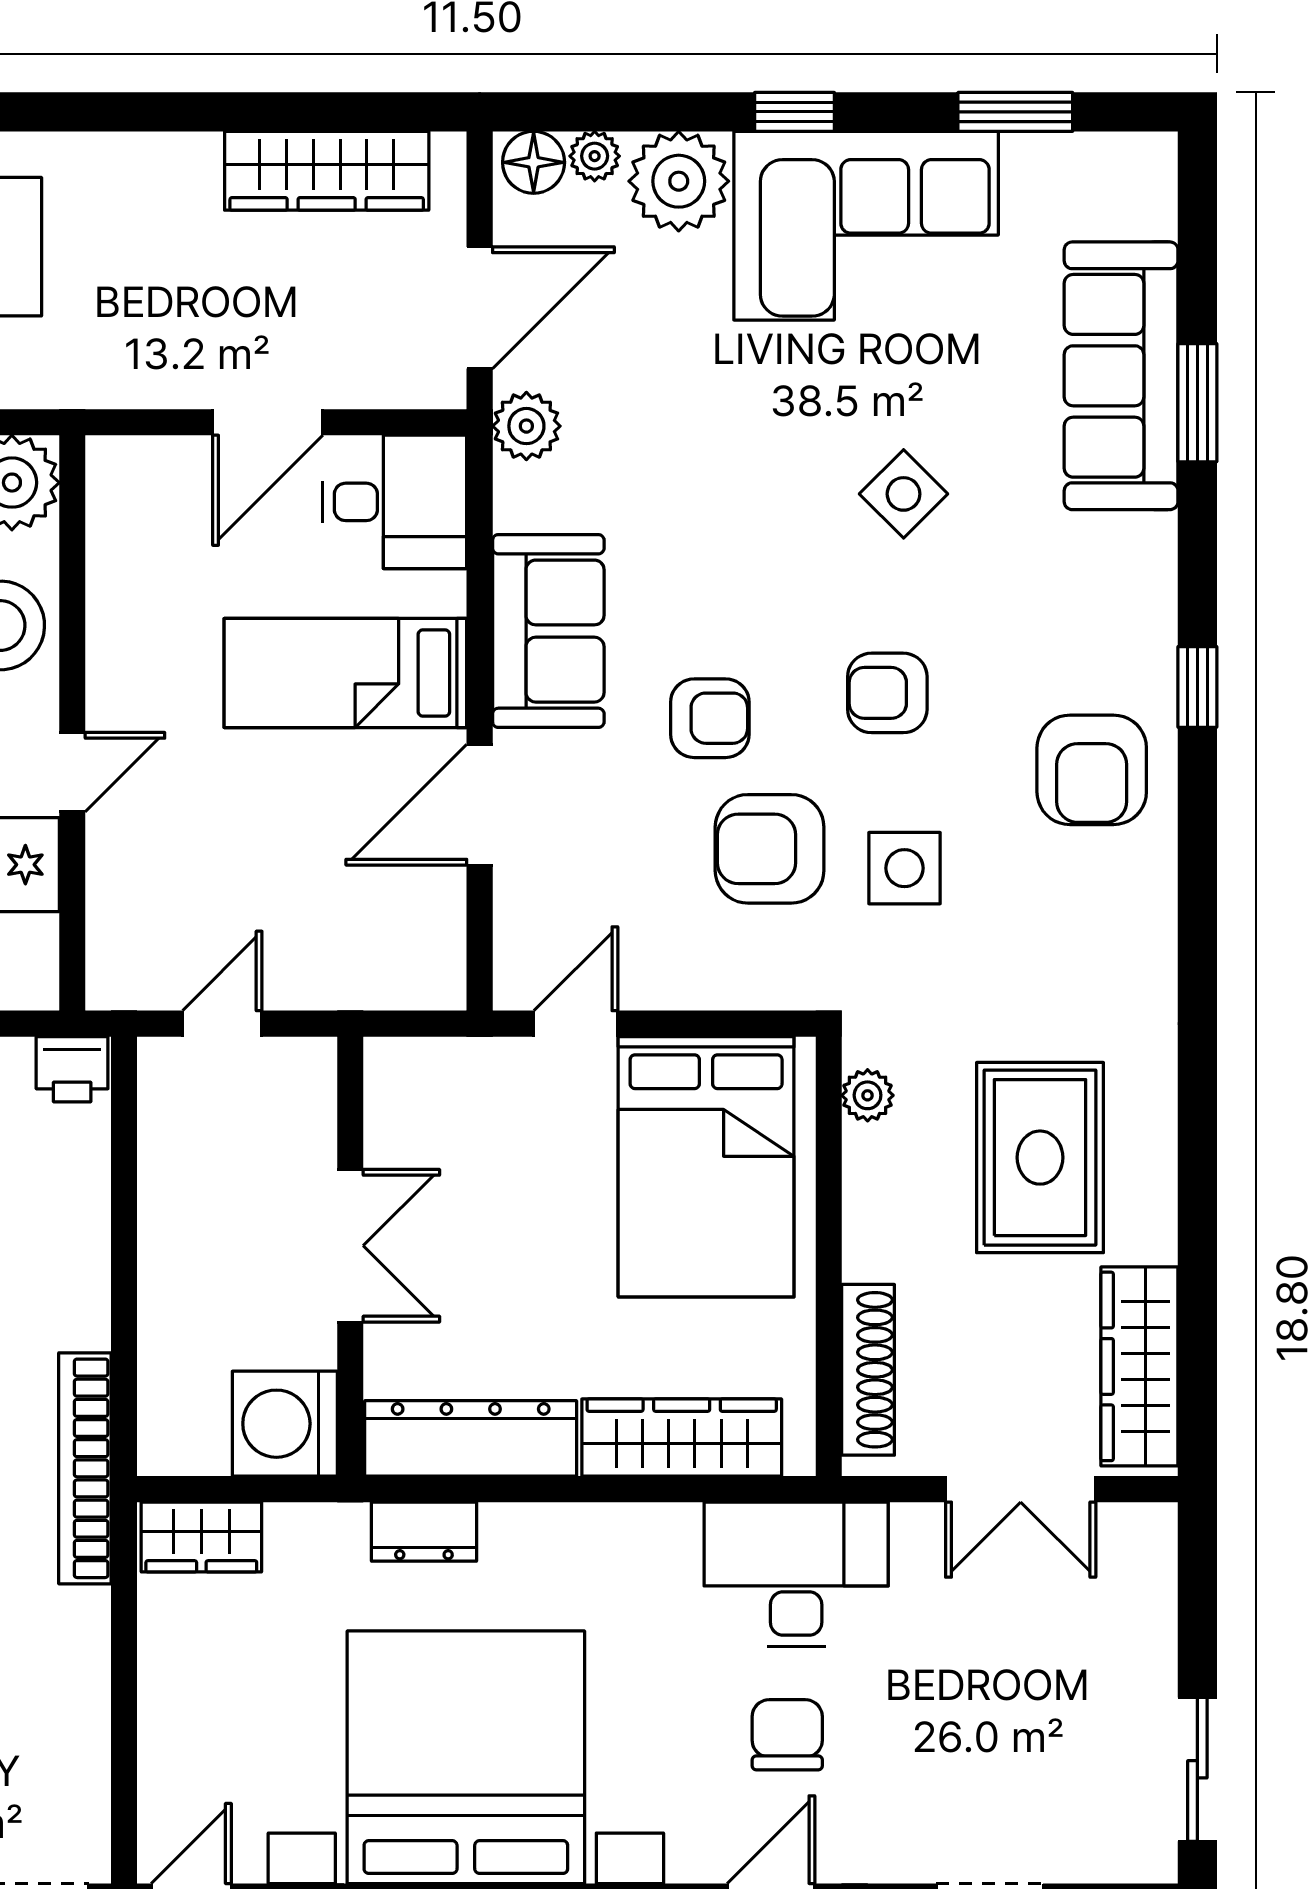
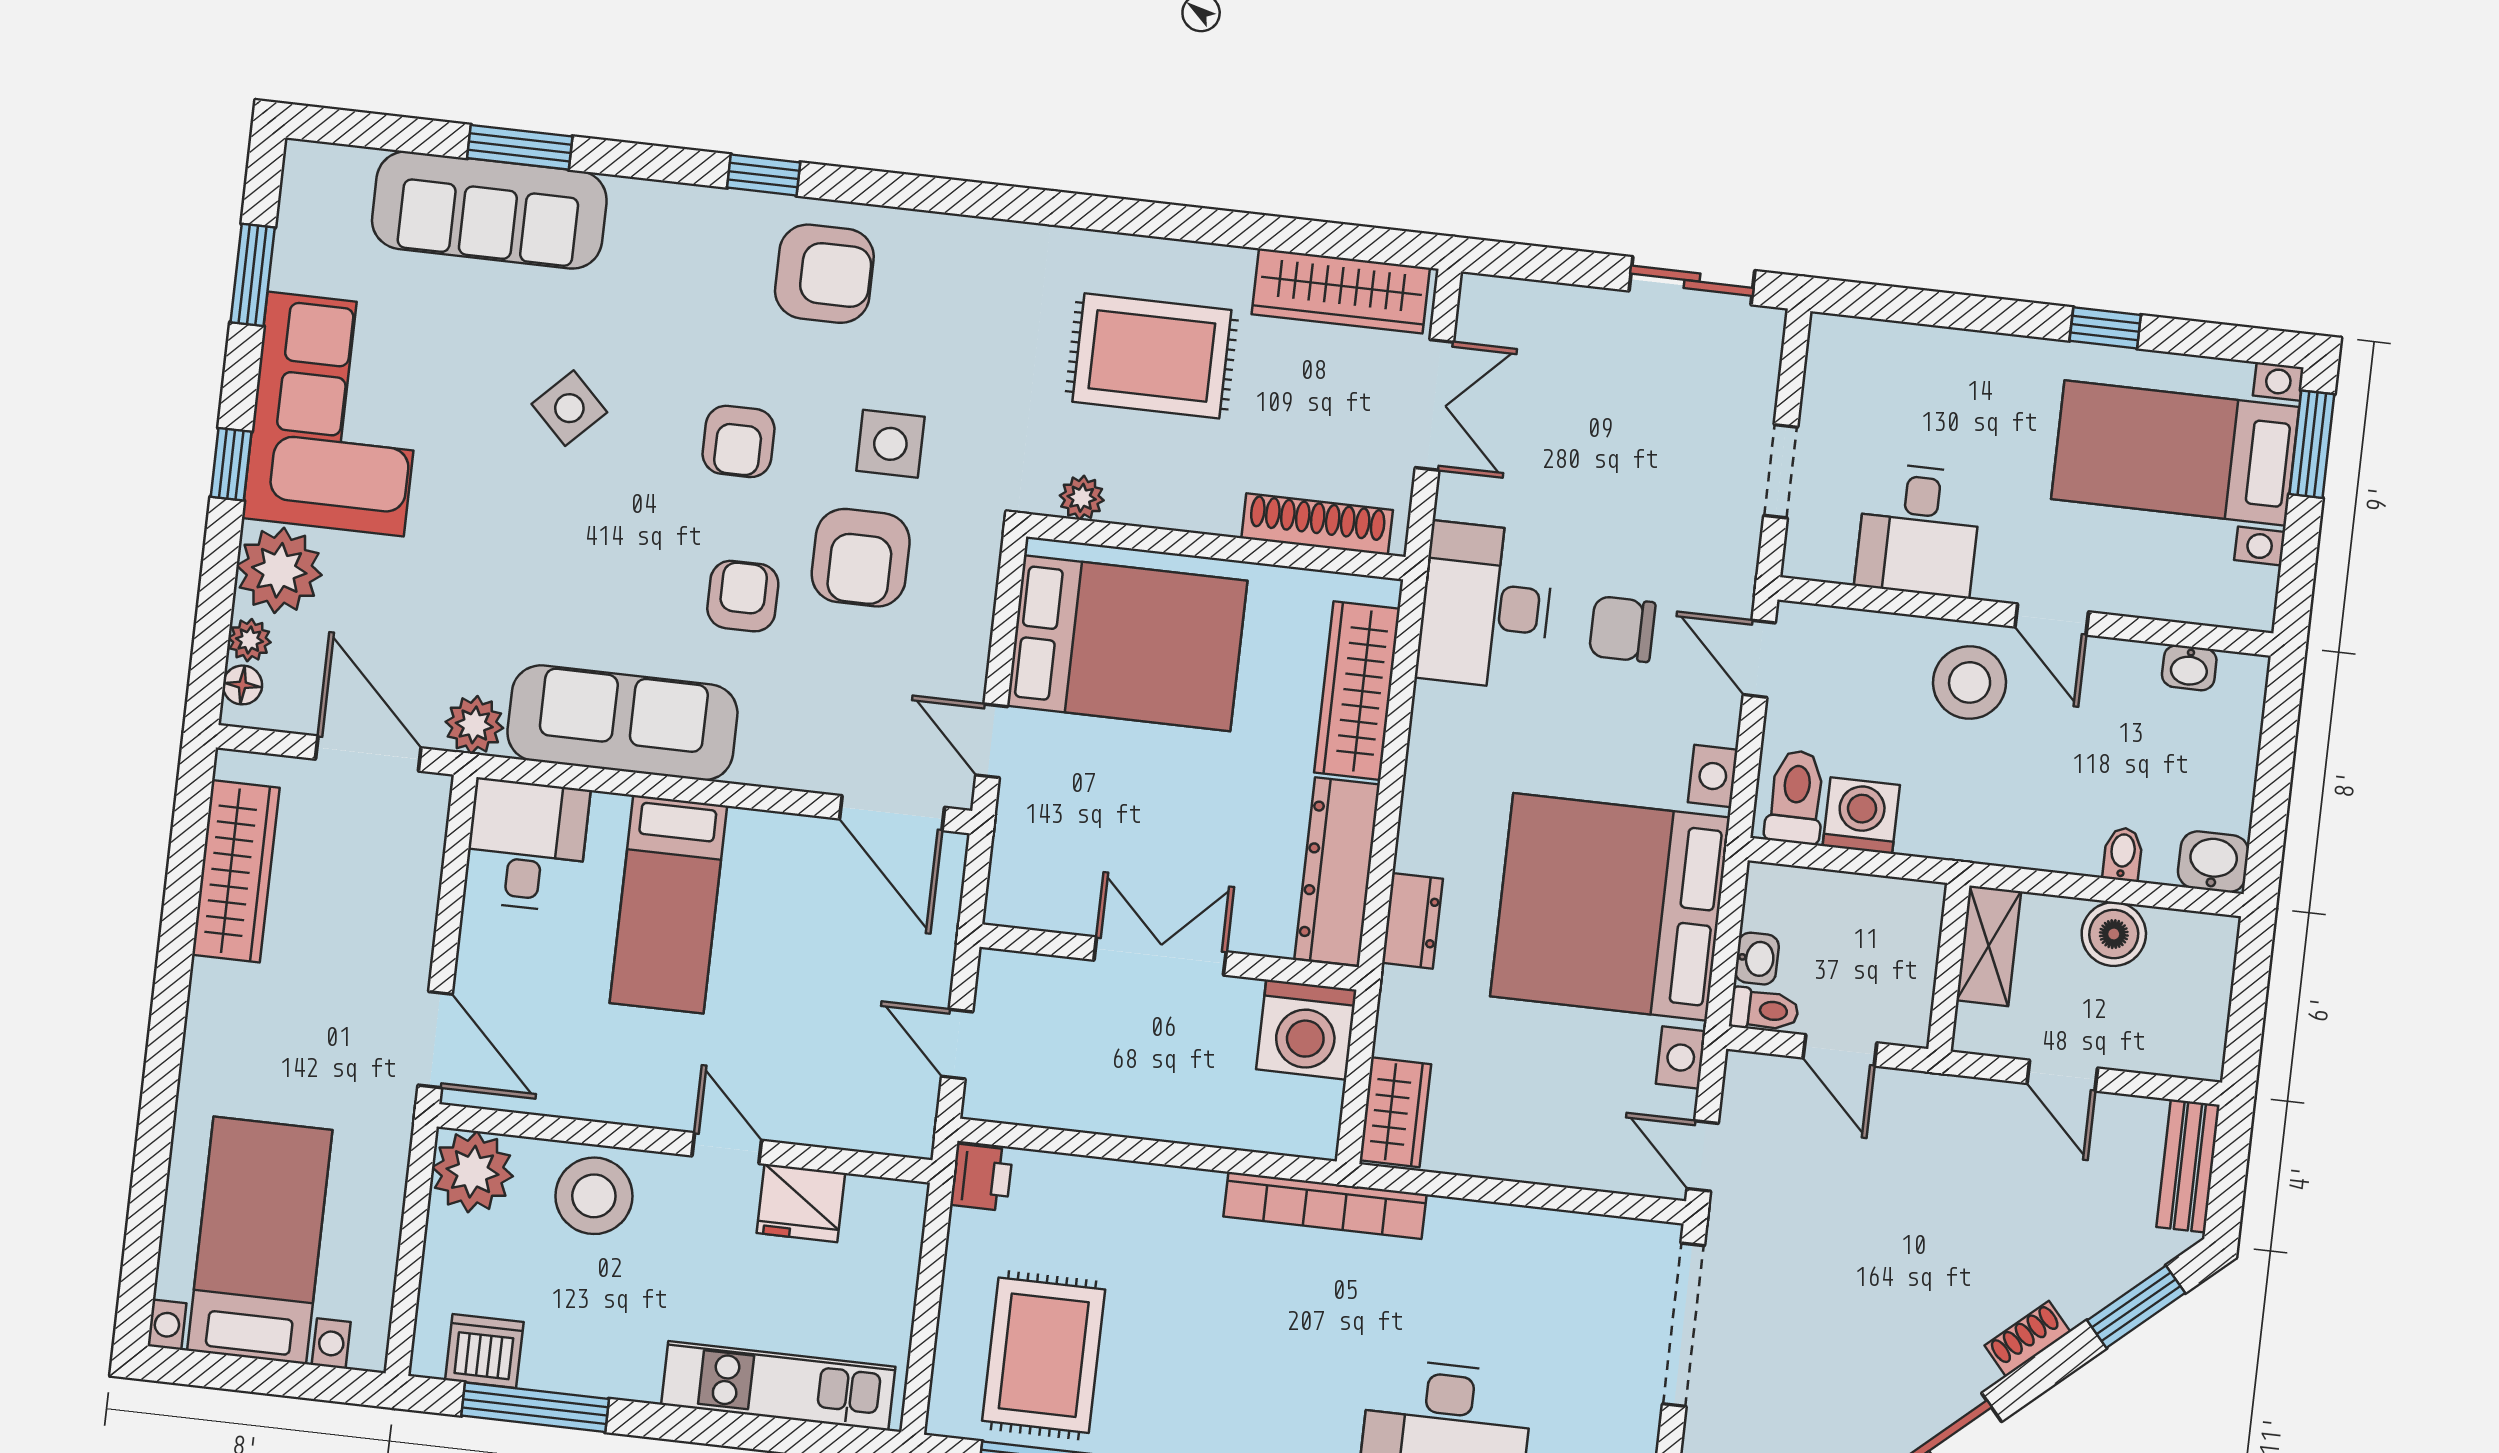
floor lamp: (534, 162) -> (242, 685), width x0.73, depth x0.73
door: (268, 422) -> (435, 1040), moved
sofa: (548, 631) -> (622, 723), width x1.36
door: (480, 805) -> (892, 813), moved

